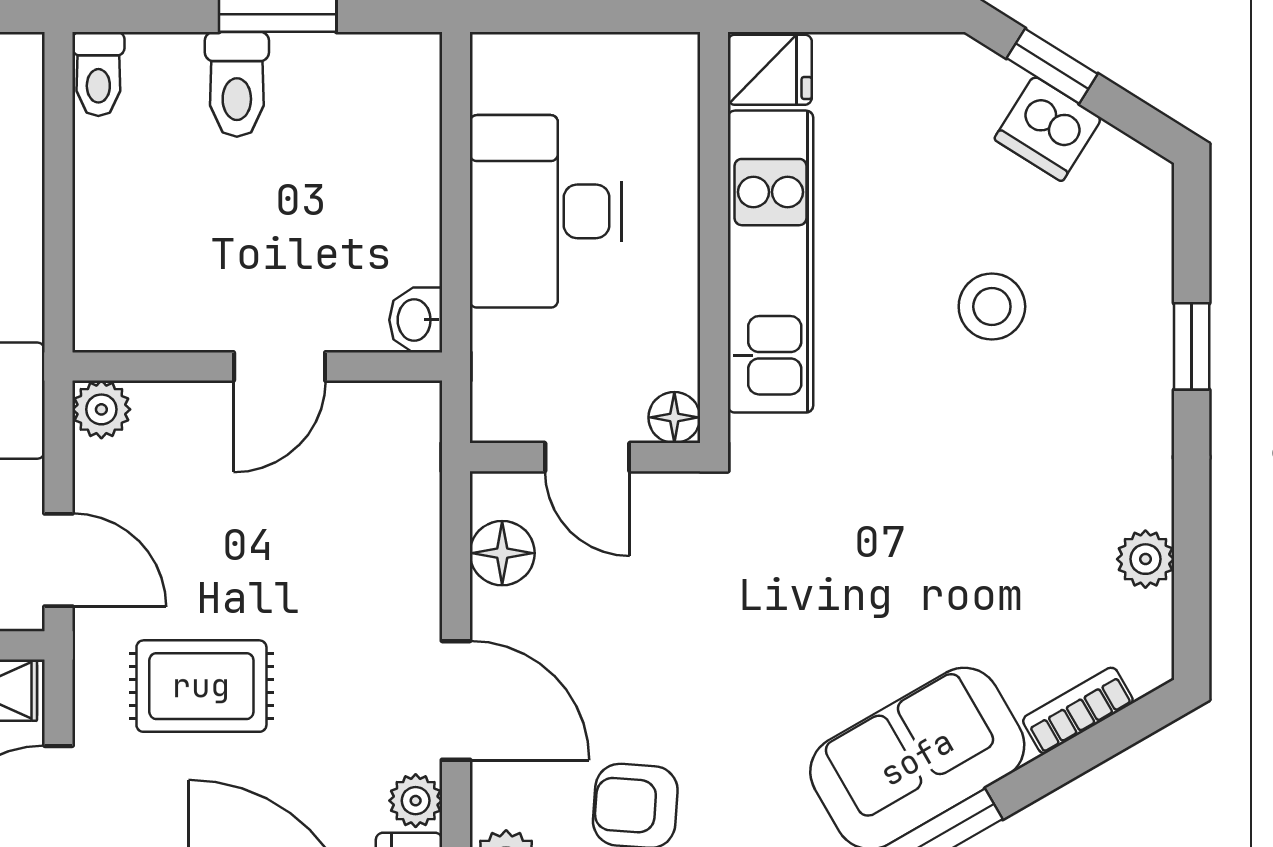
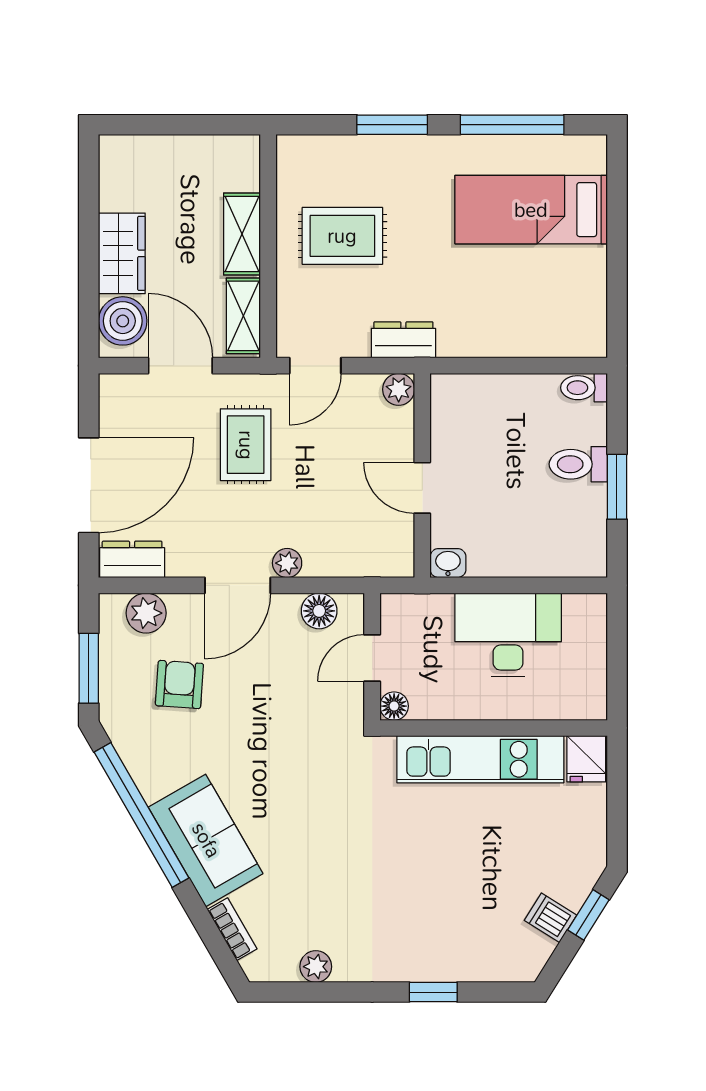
dishwasher: (1048, 129) -> (551, 918), width x0.73
stool: (992, 307) -> (455, 882), removed
plant: (416, 801) -> (287, 563), moved

